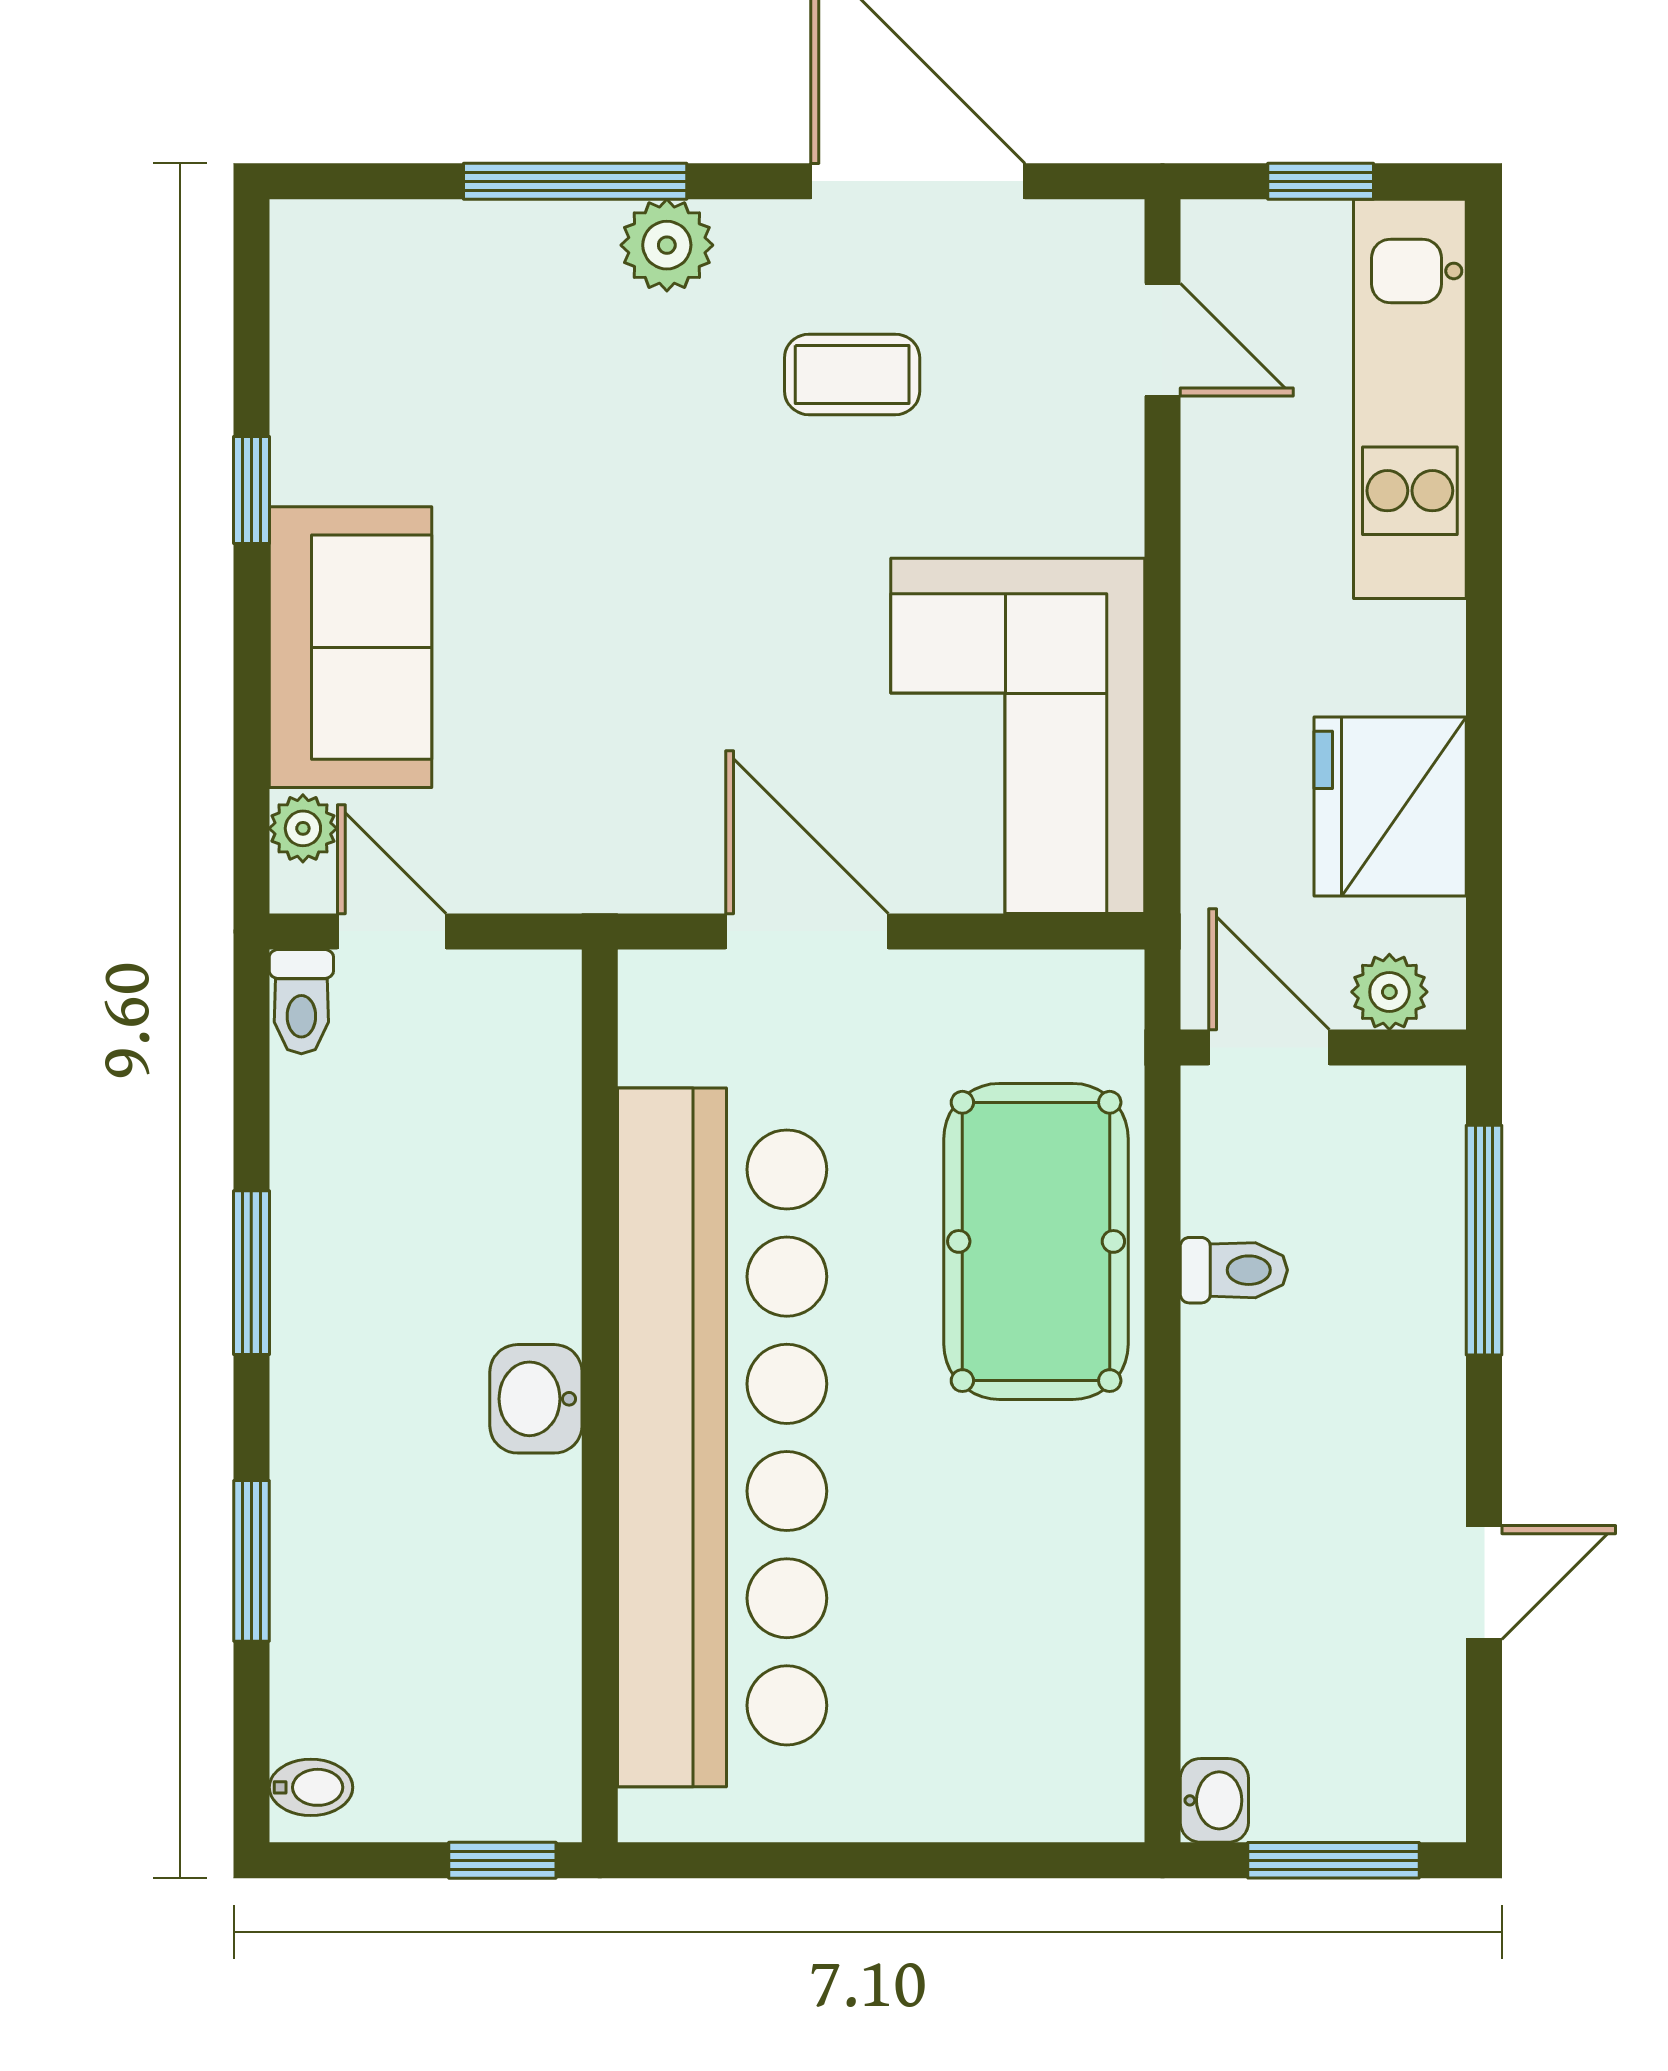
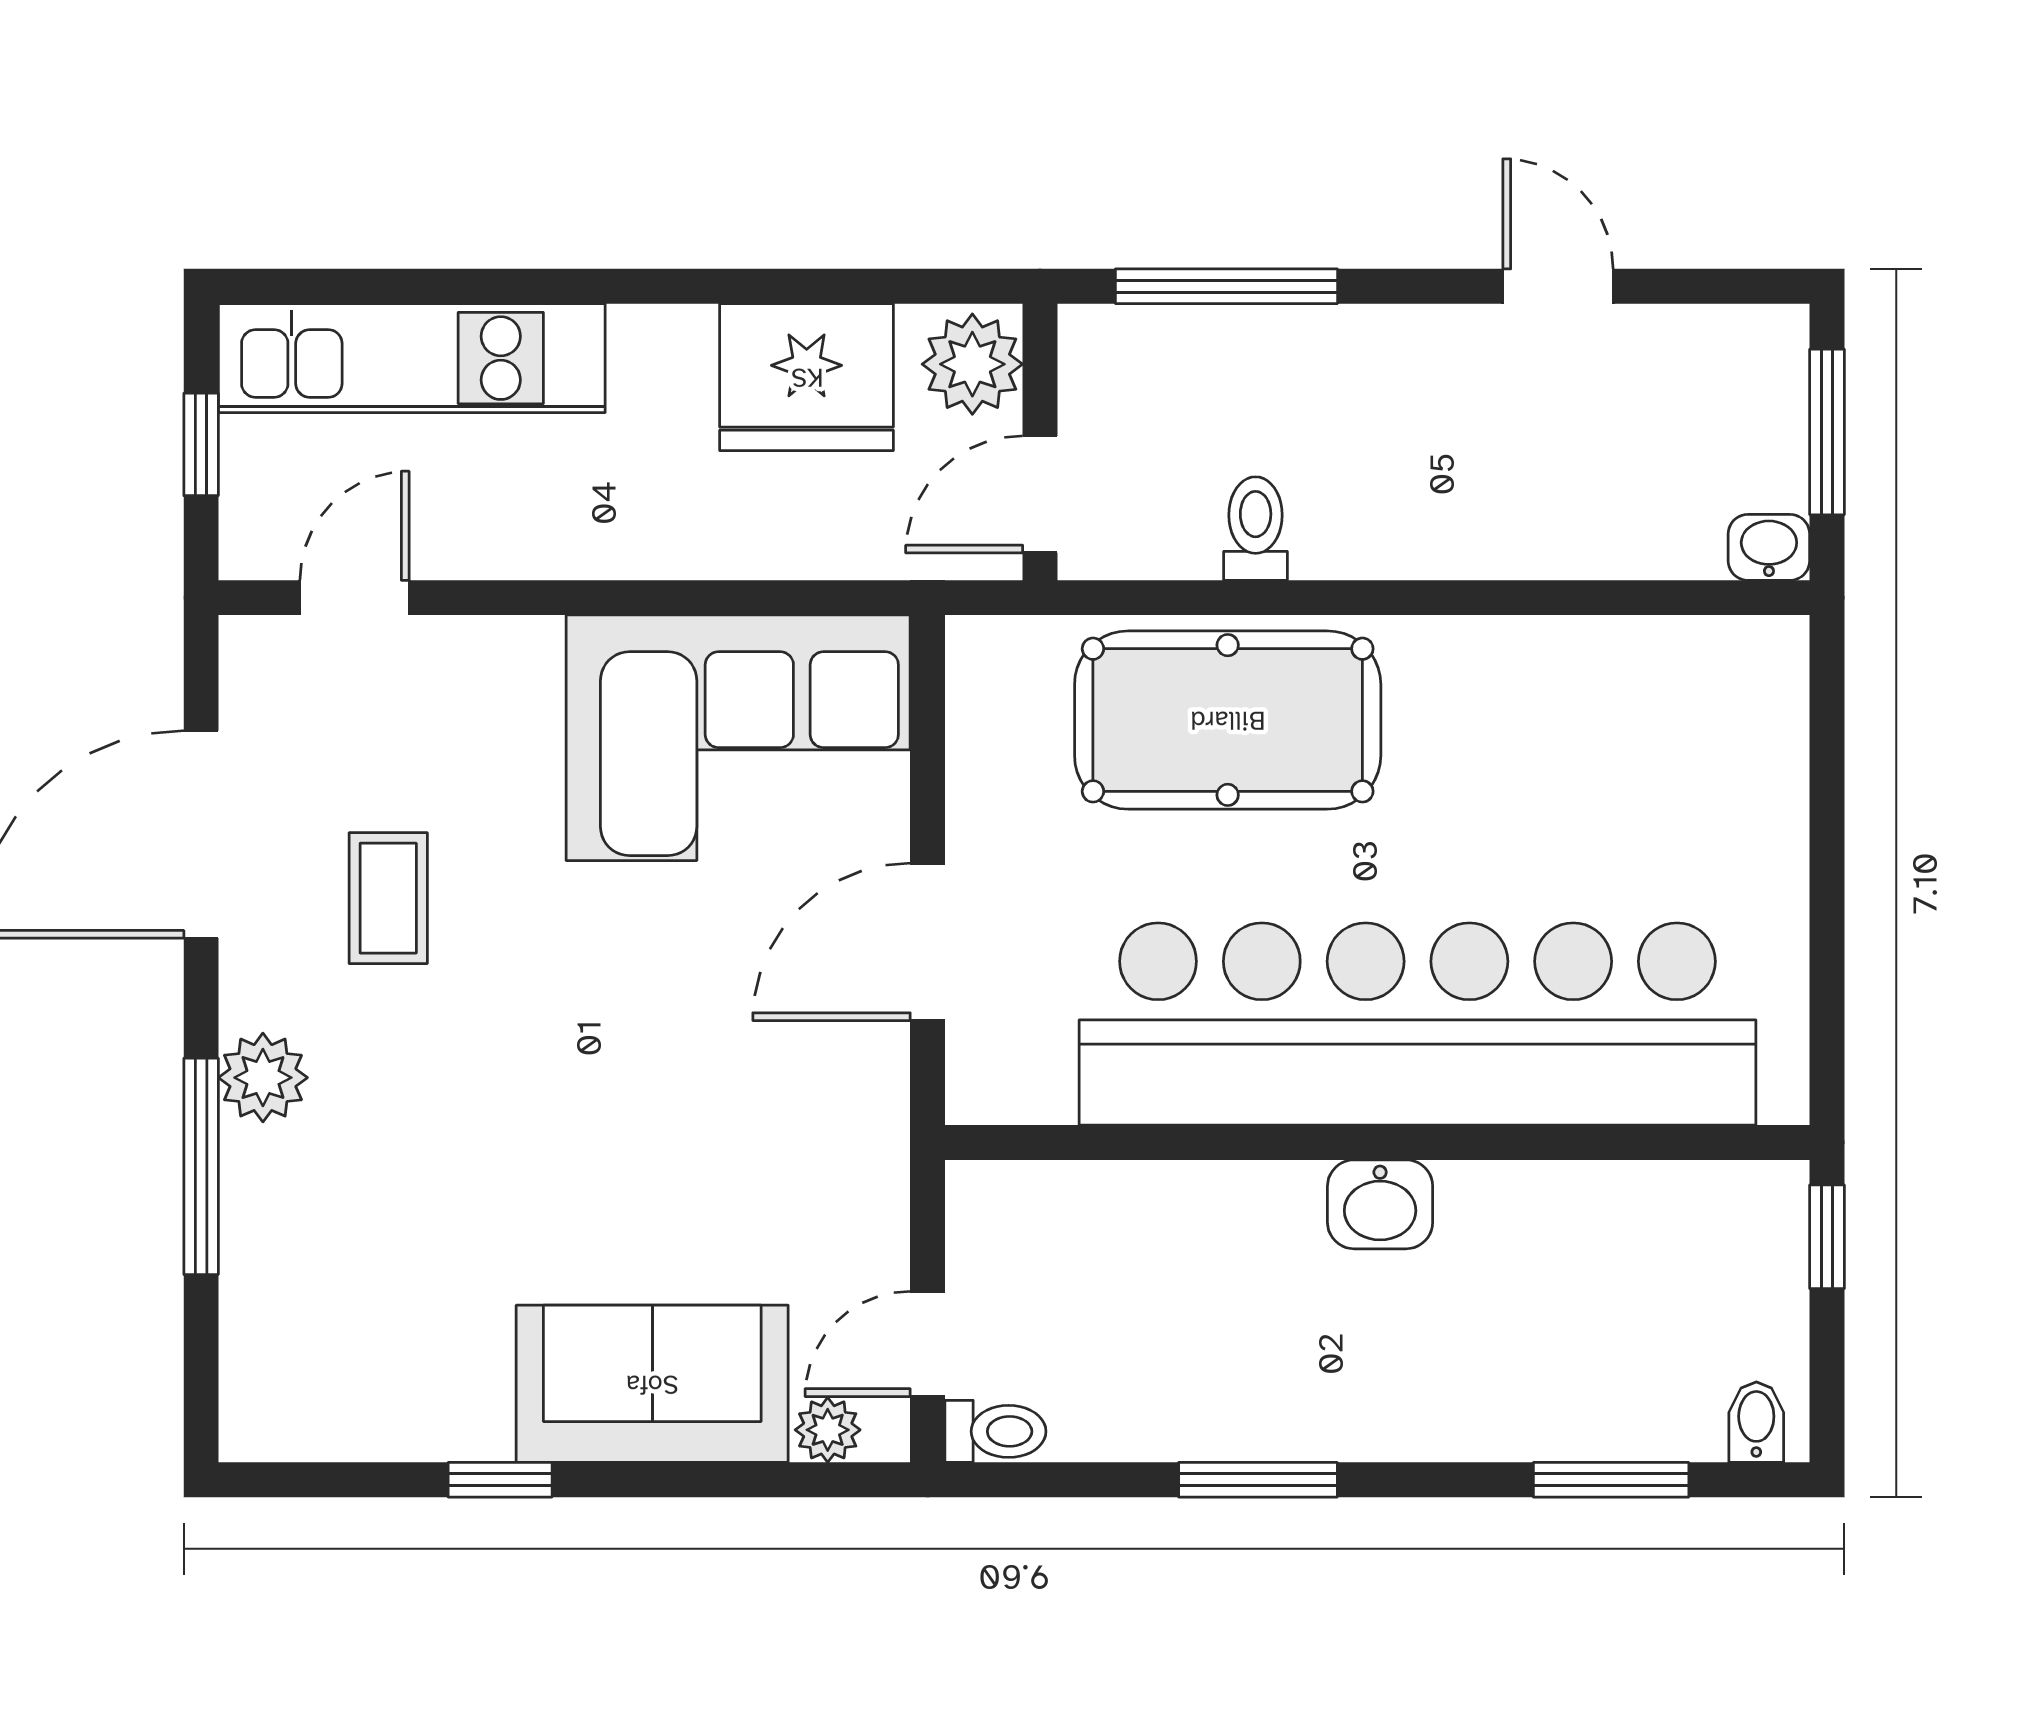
plant: (1389, 992) -> (972, 364), width x1.38, depth x1.38
window: (251, 1561) -> (1611, 1480), moved

